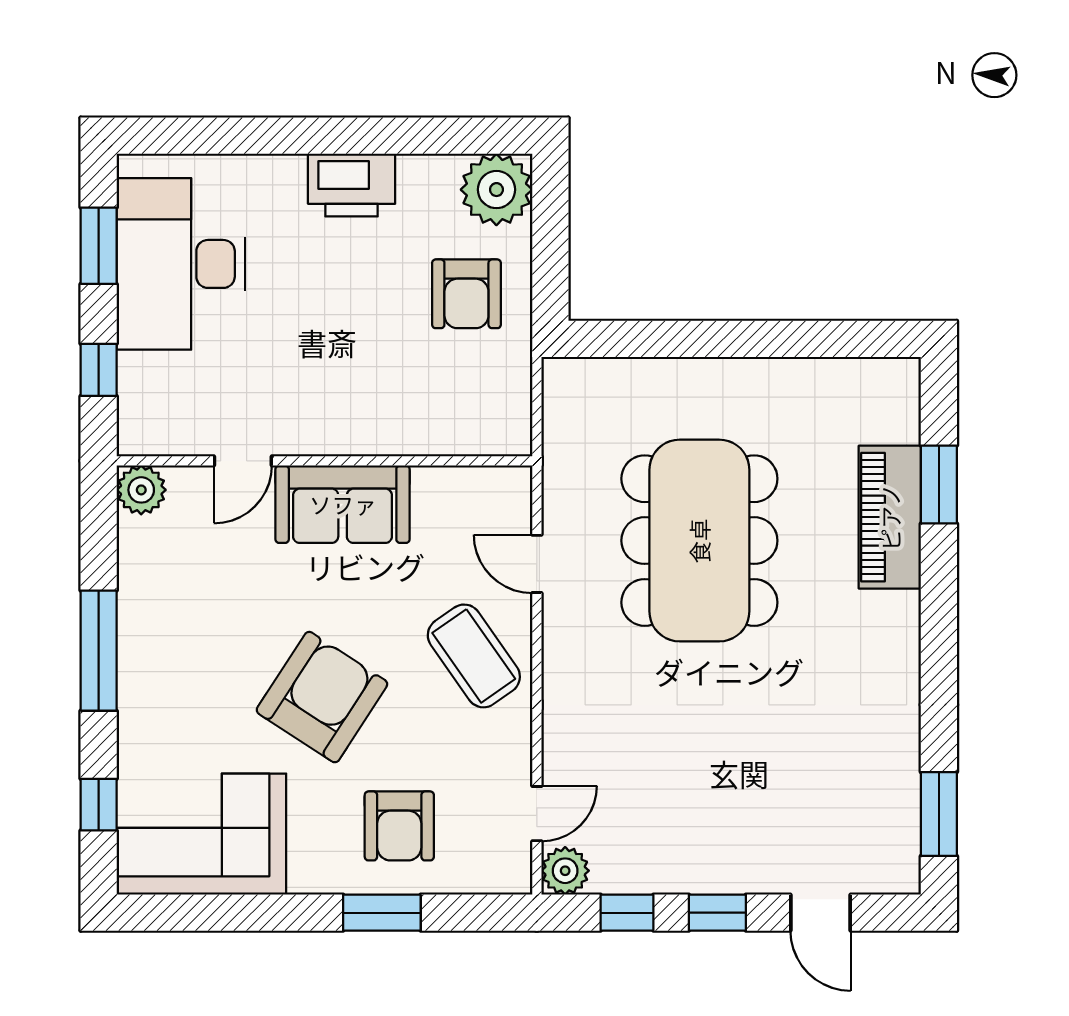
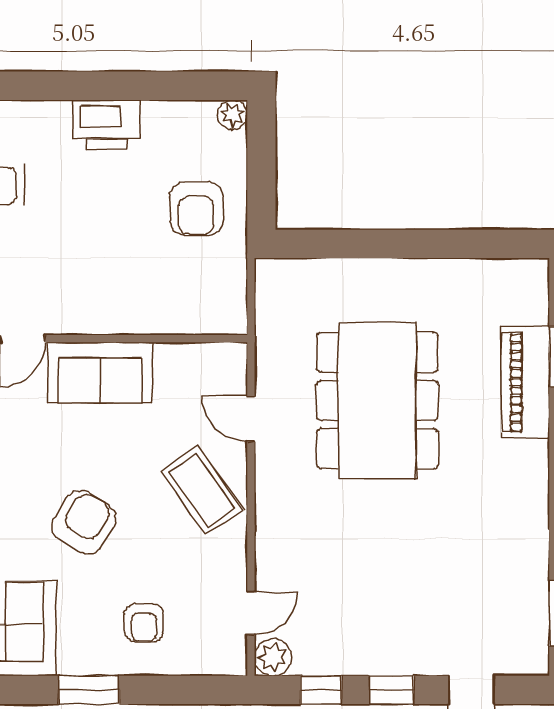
plant: (496, 190) -> (233, 115), width x0.53, depth x0.53
armchair: (322, 697) -> (84, 522), width x0.73, depth x0.73
armchair: (399, 826) -> (144, 623), width x0.72, depth x0.72
window: (382, 913) -> (89, 690), moved

